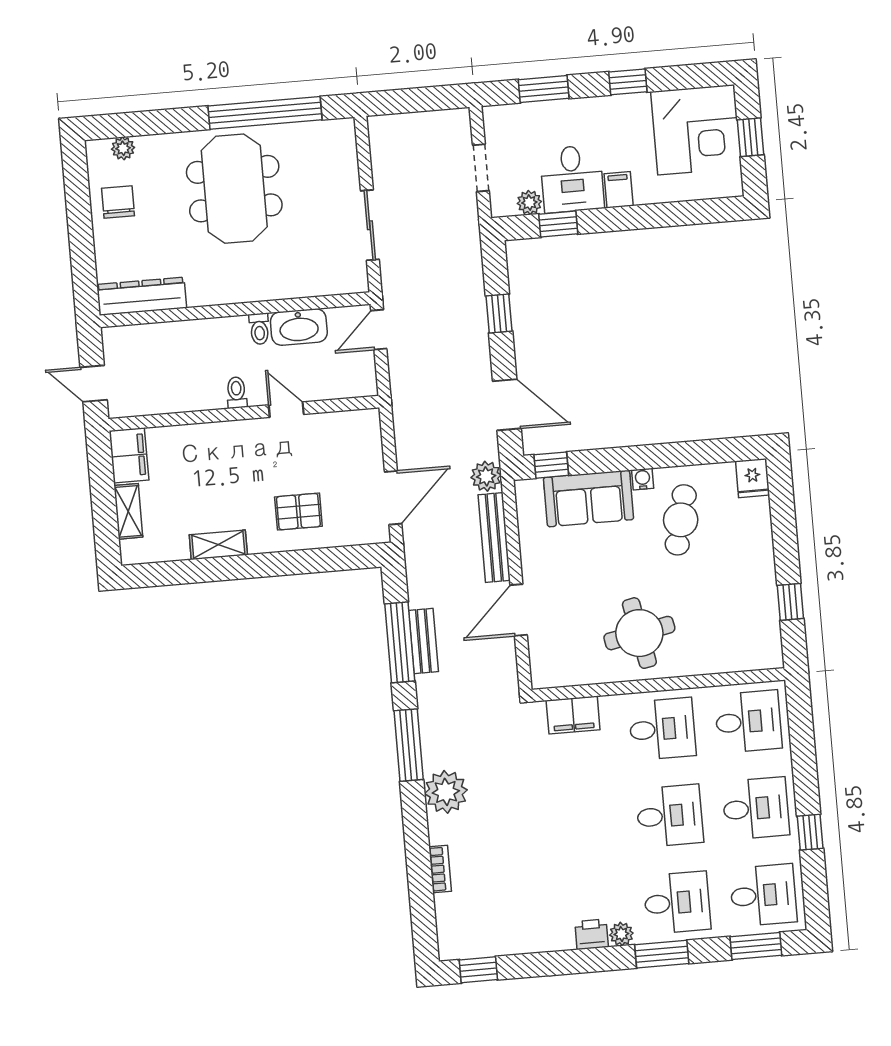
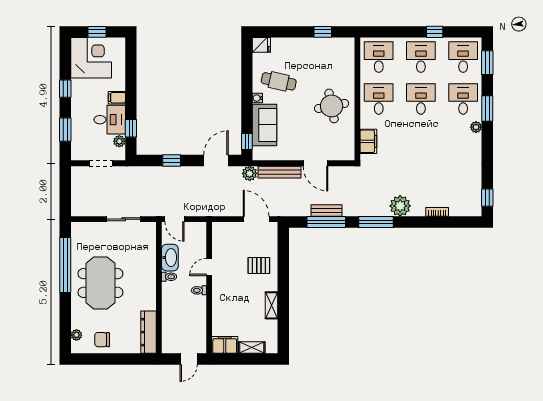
meeting table: (234, 189) -> (100, 283), turned 90
pallet: (298, 512) -> (259, 265), turned 90
printer: (592, 934) -> (475, 142), removed

